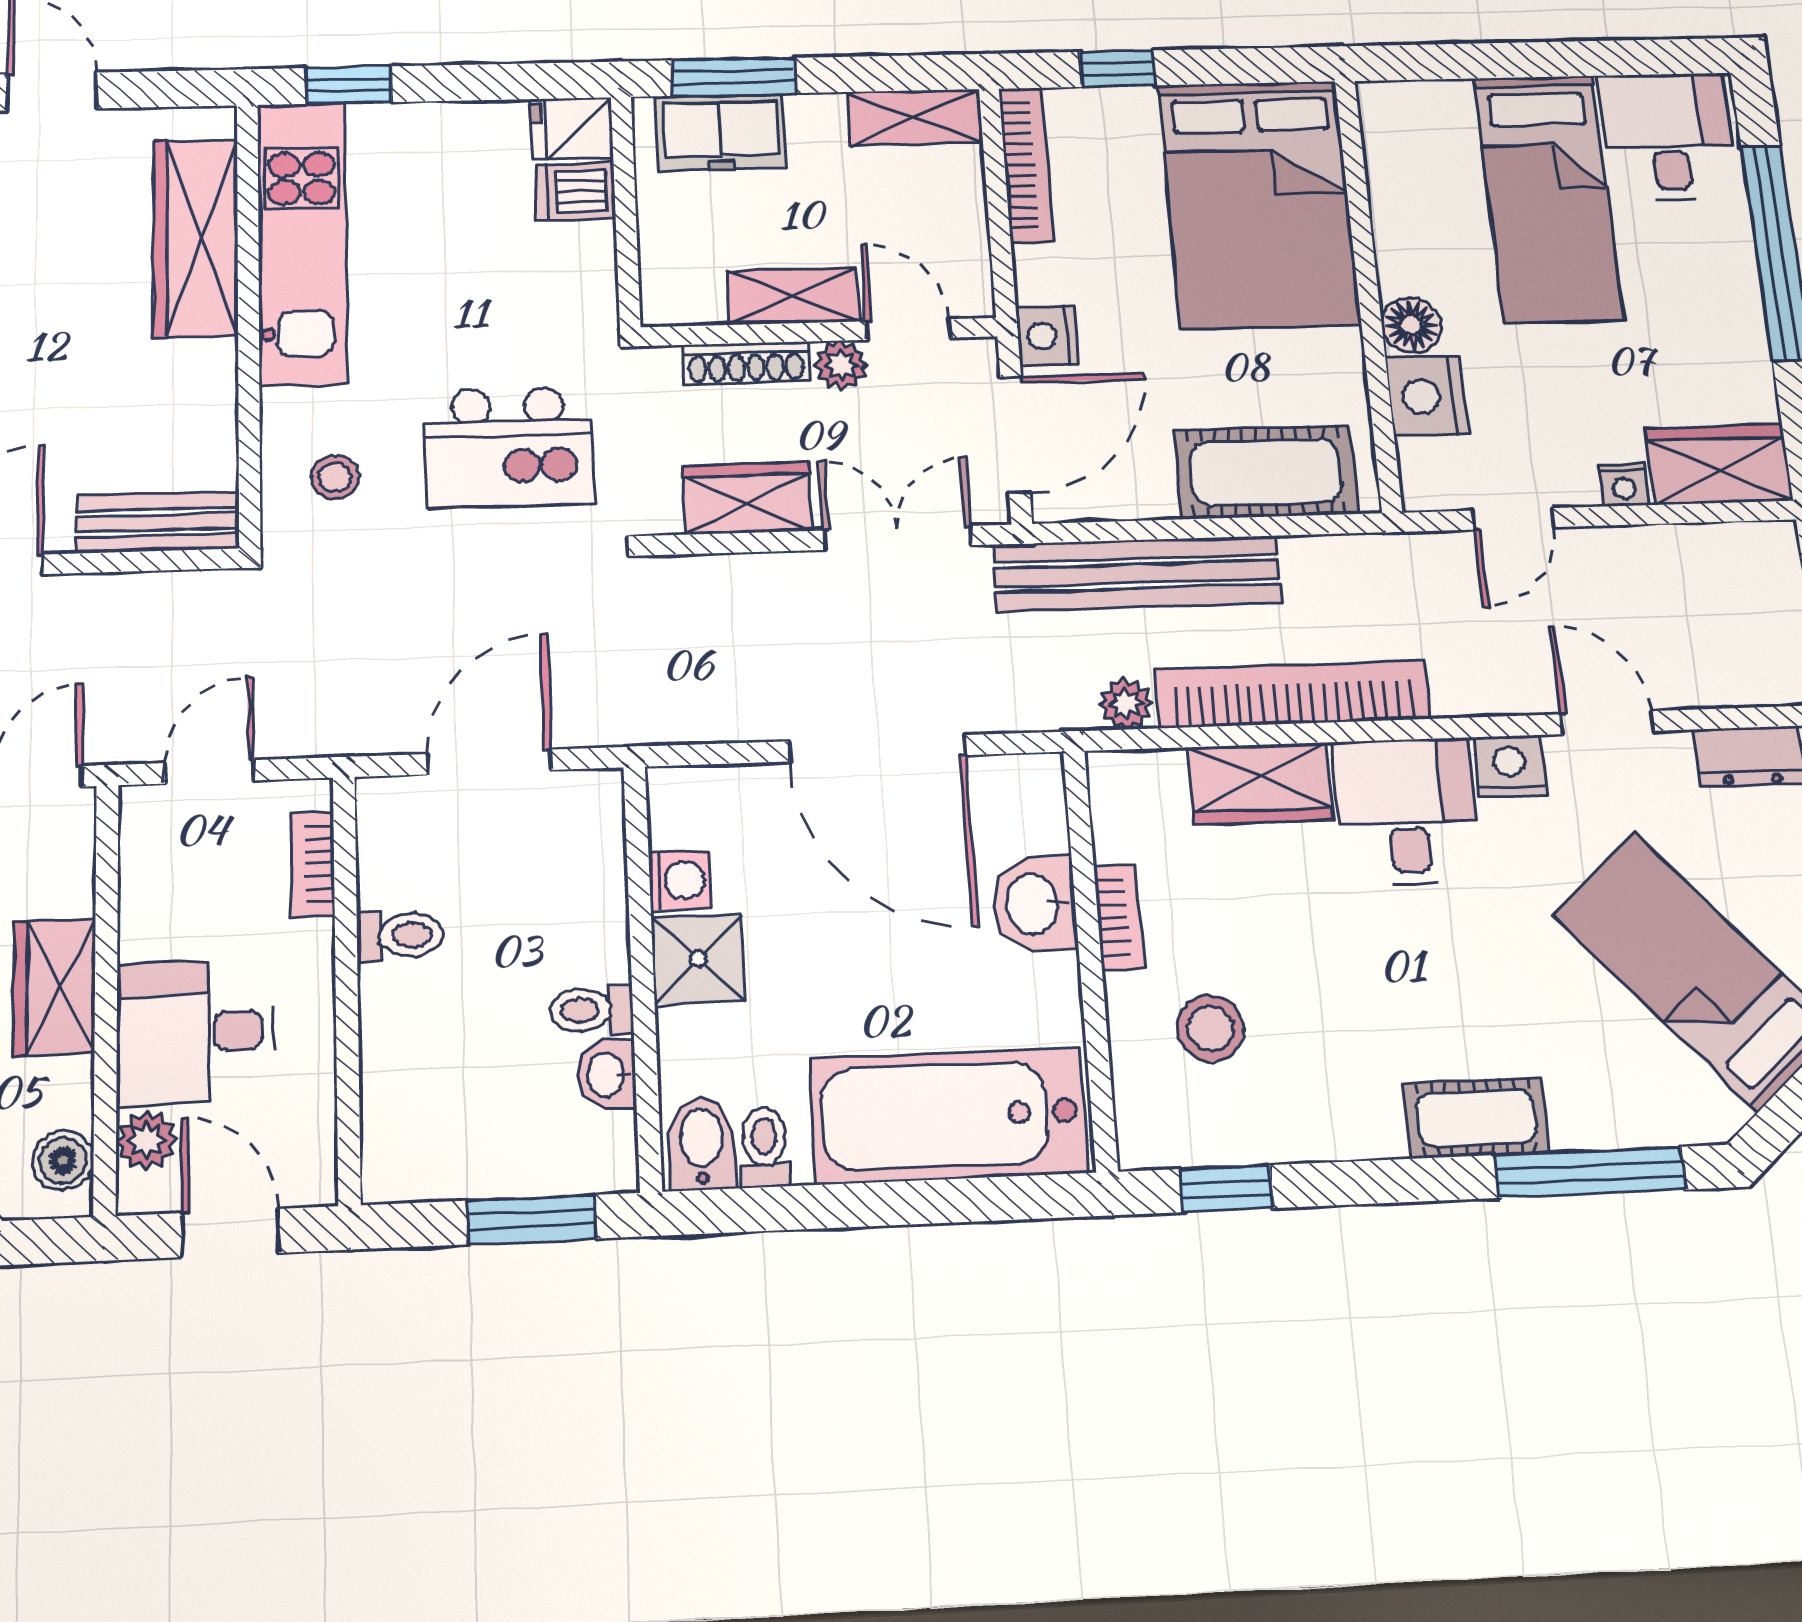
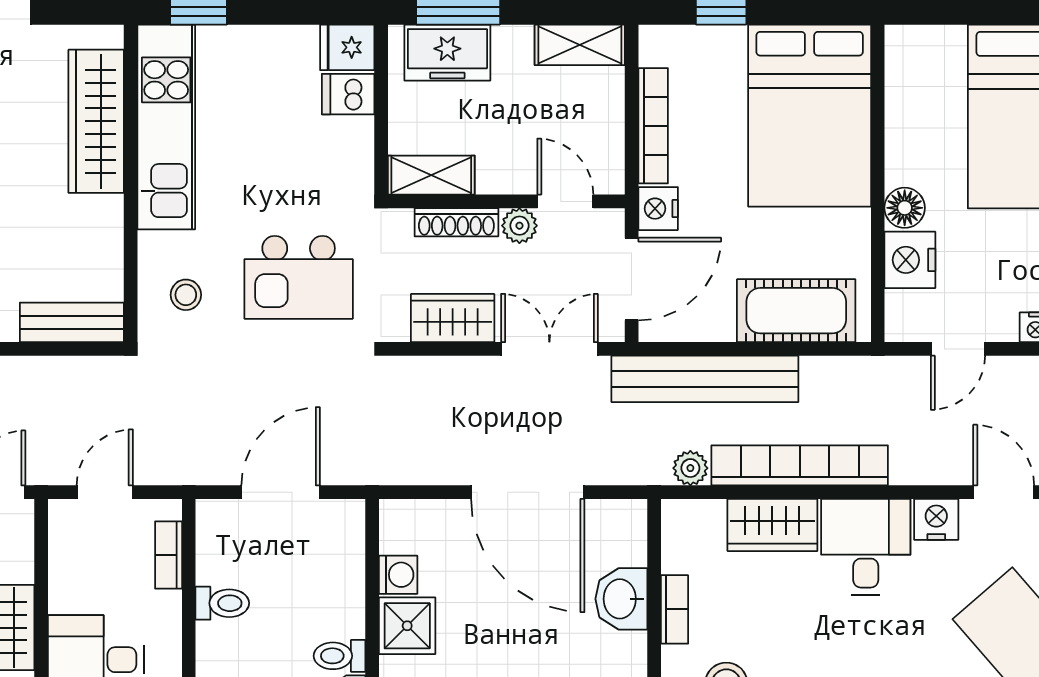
bookcase: (1026, 165) -> (653, 126), moved
shelving: (793, 296) -> (431, 175), moved

